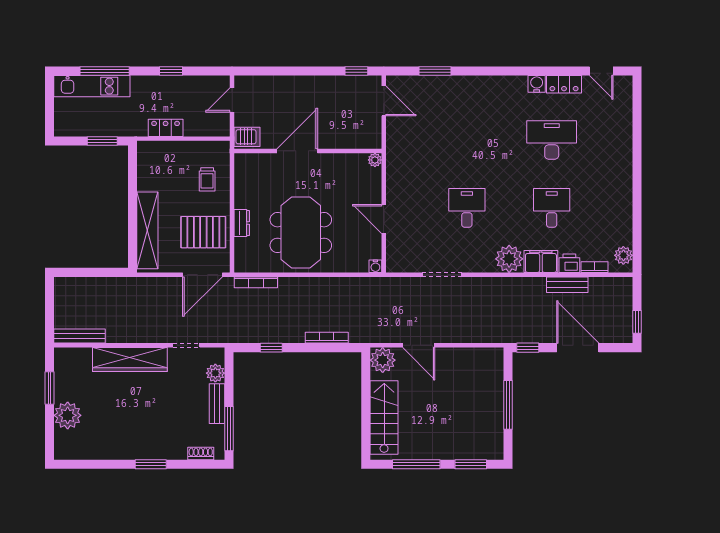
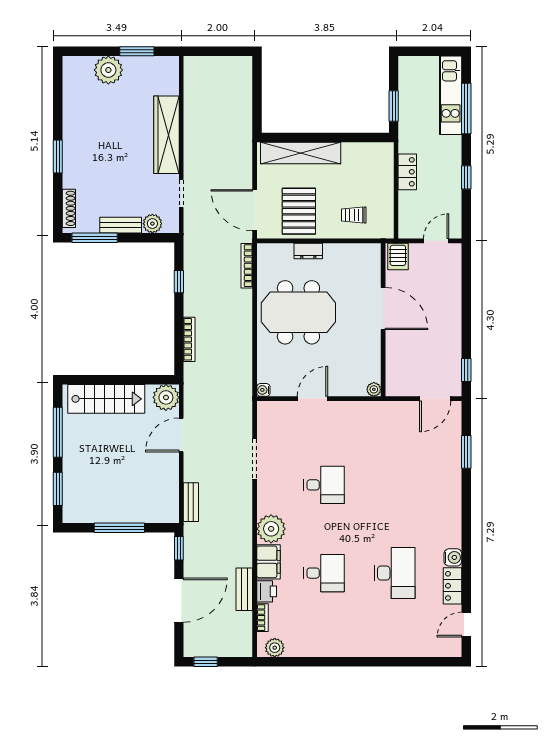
door: (232, 100) -> (436, 241), hinge flipped
bench: (80, 336) -> (191, 502), moved, width x0.73
shoe rack: (201, 453) -> (69, 208), width x1.43

